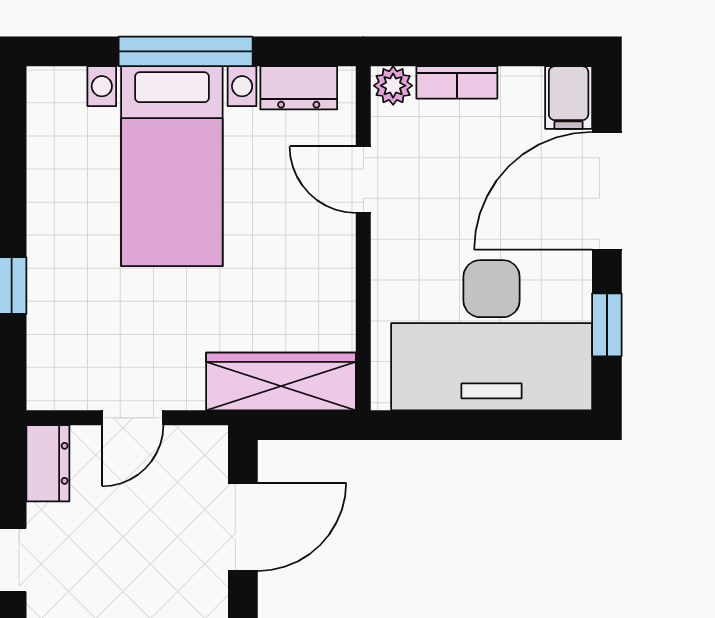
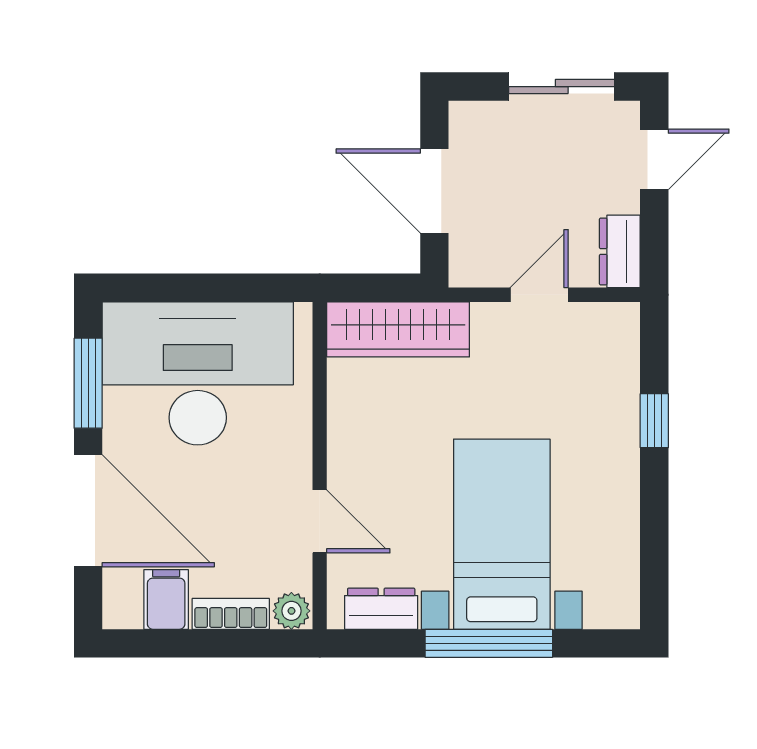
filing cabinet: (569, 98) -> (166, 599), moved
door: (607, 191) -> (88, 511), hinge flipped
window: (607, 325) -> (88, 383), width x1.50
door: (243, 527) -> (434, 191), hinge flipped

